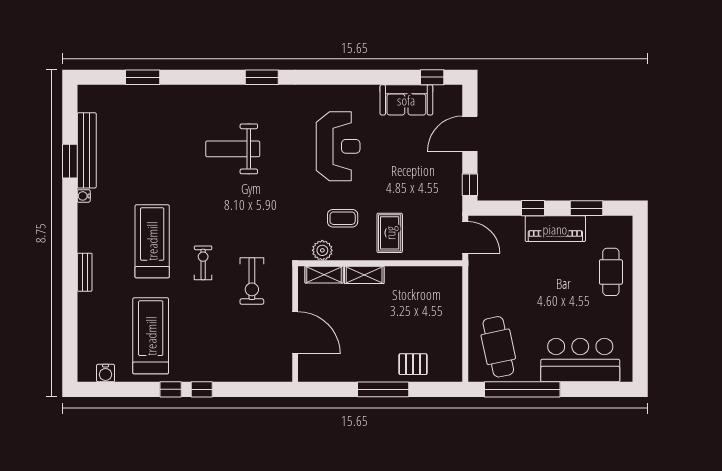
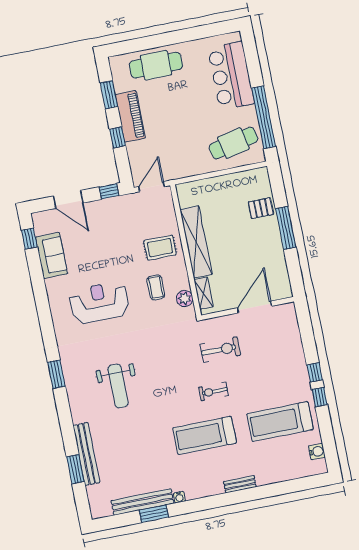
bench: (158, 94) -> (86, 454), added
cafe table: (611, 272) -> (156, 65), width x1.37, depth x1.35
shelving: (364, 275) -> (196, 242), width x2.20, depth x1.33
pallet: (413, 364) -> (261, 208), turned 90

